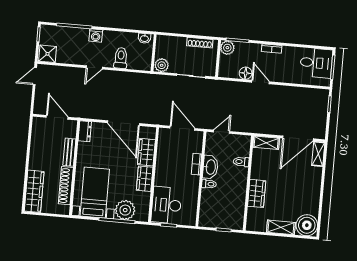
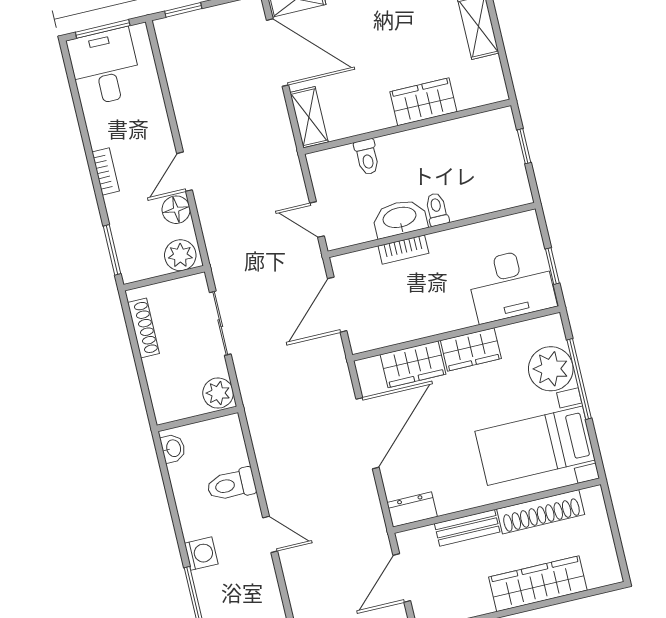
plant: (227, 48) -> (180, 255), moved
wardrobe: (34, 191) -> (538, 584), moved

